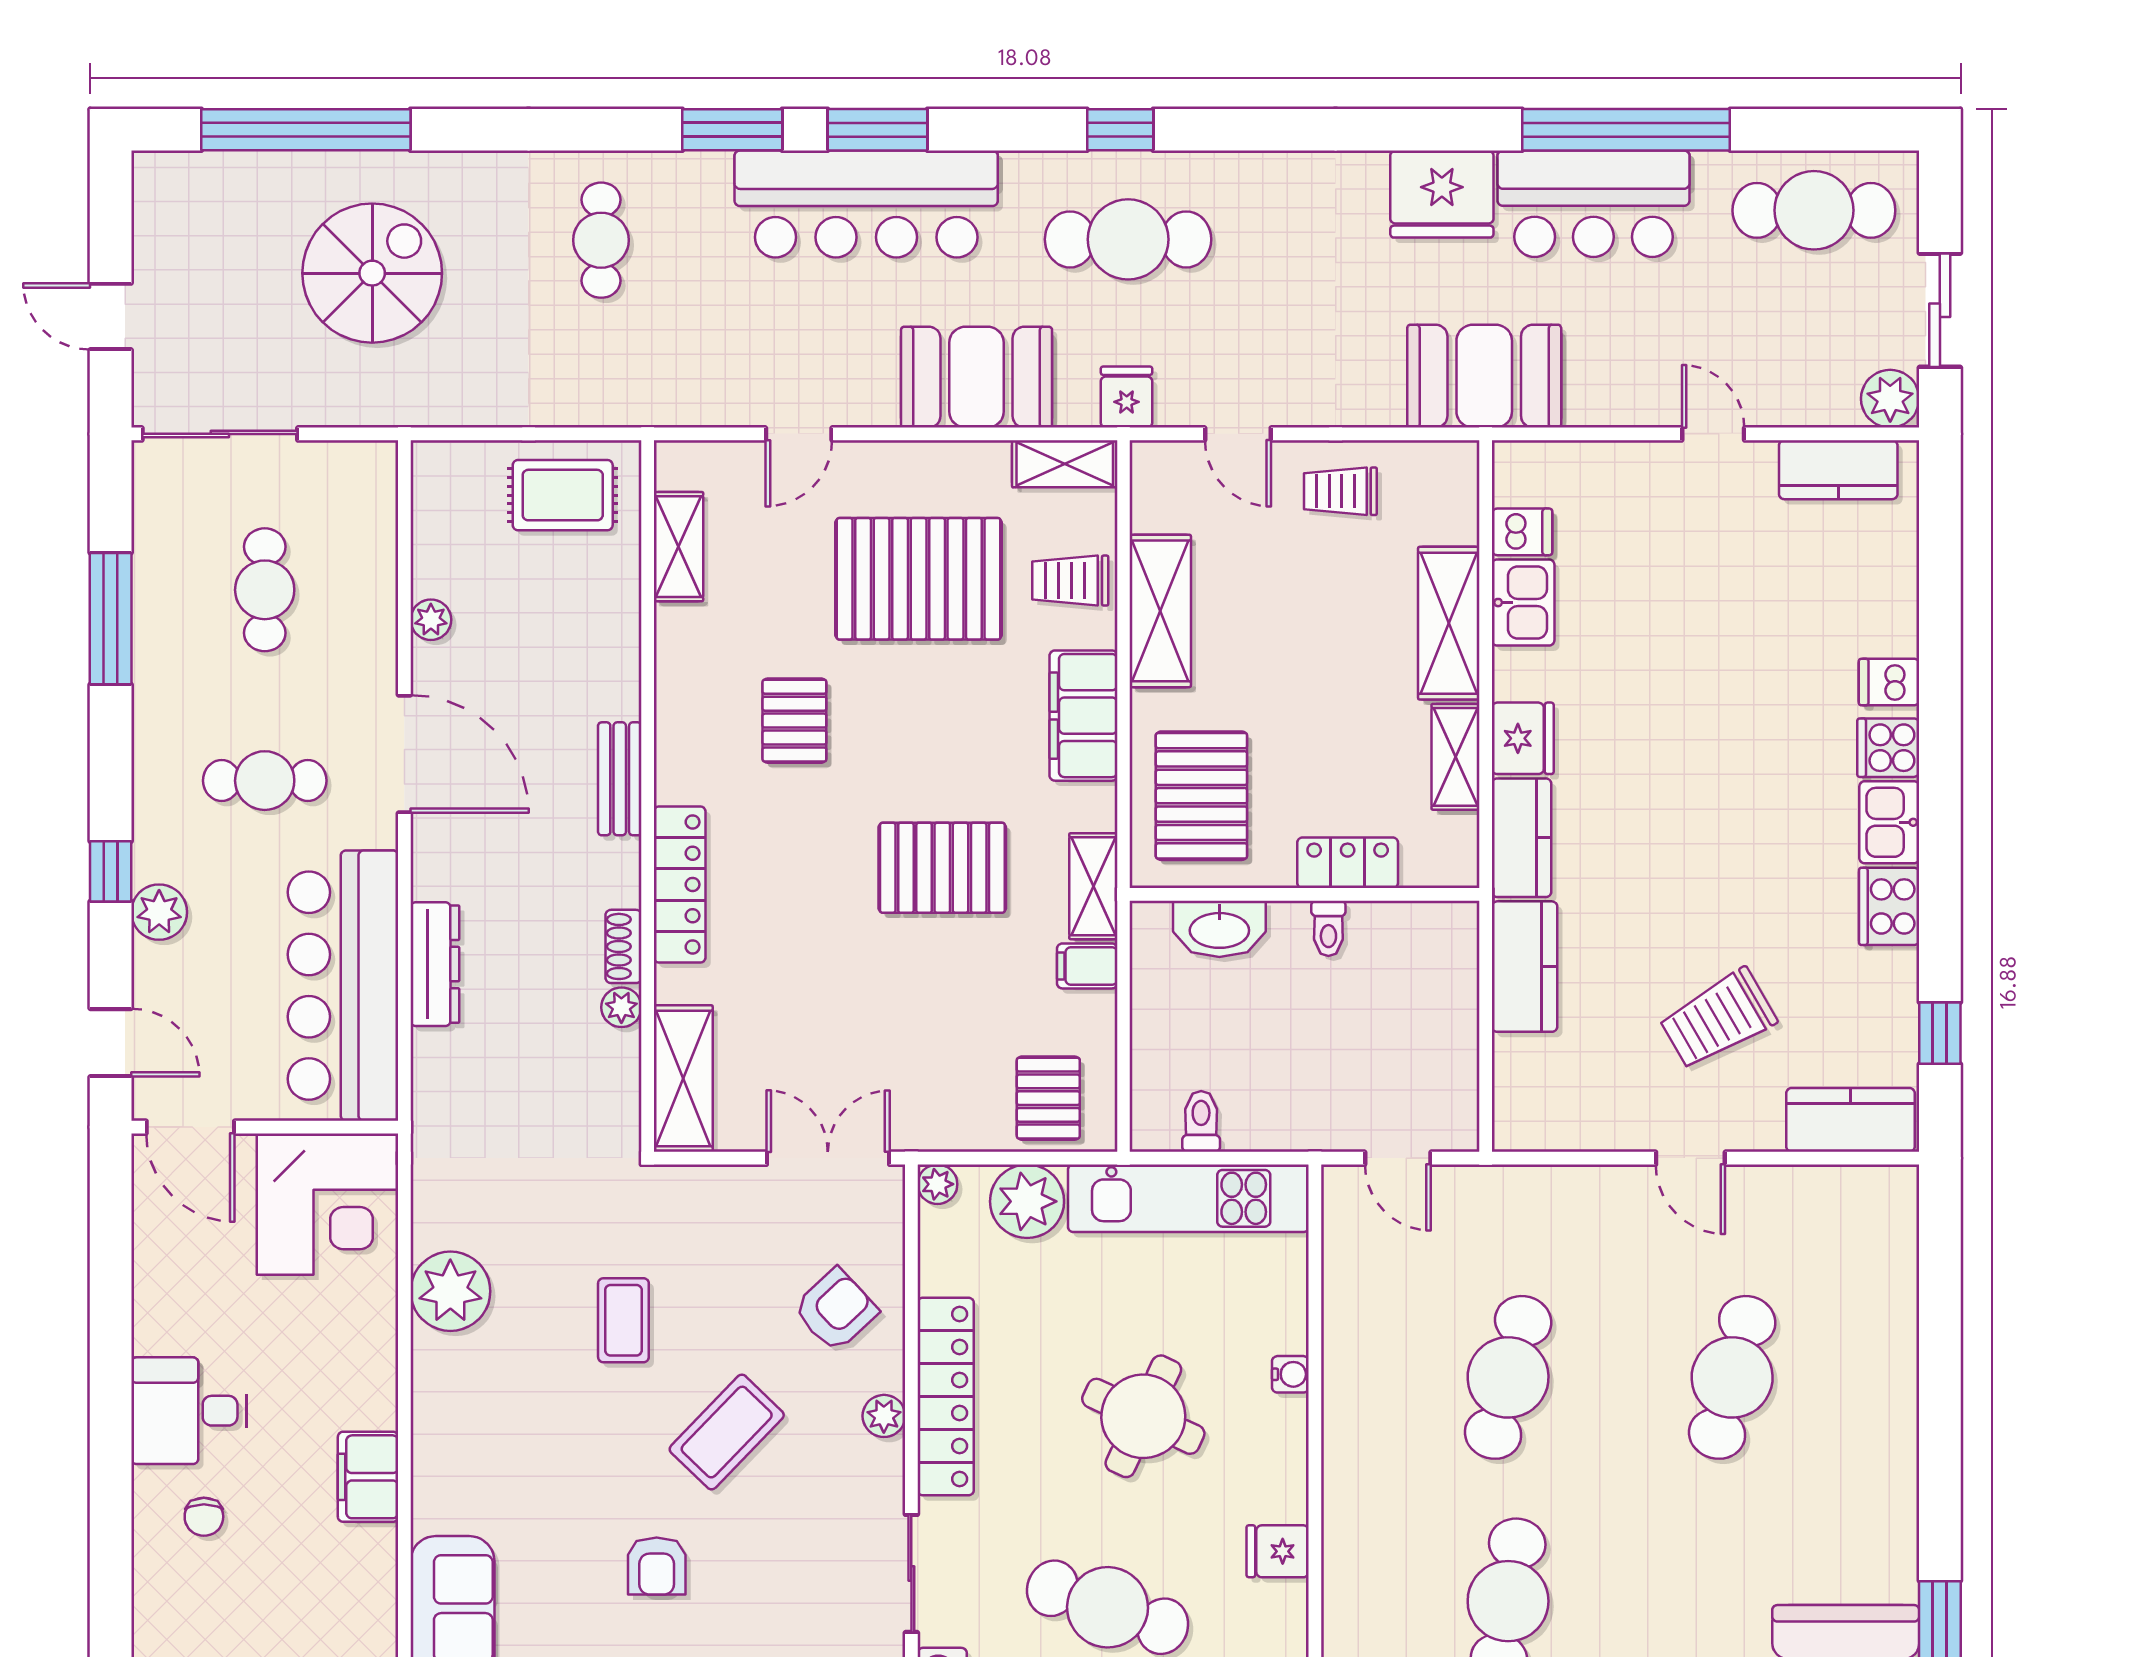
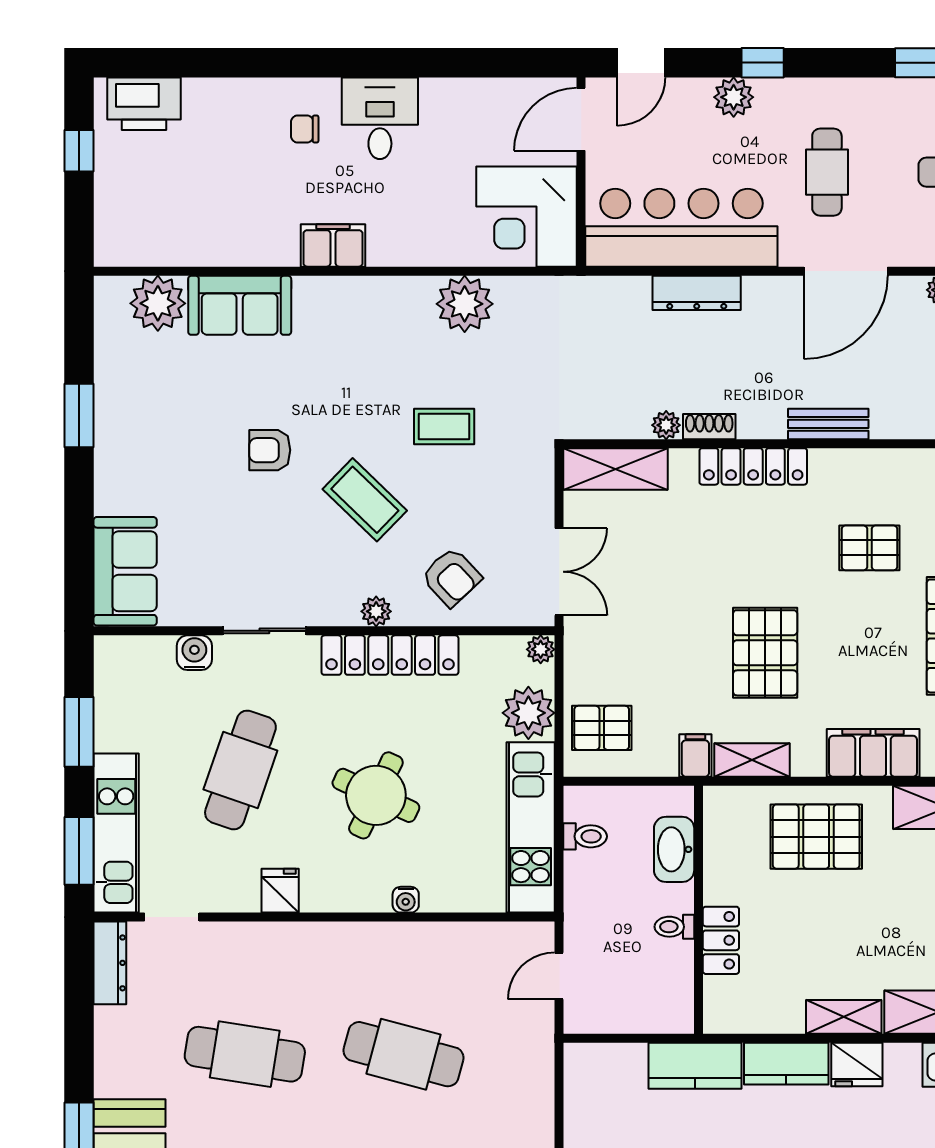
locker: (1348, 863) -> (721, 940), moved
wall: (1305, 894) -> (698, 910), moved
toilet: (1328, 928) -> (674, 927), moved
washbasin: (1219, 929) -> (674, 849), moved

